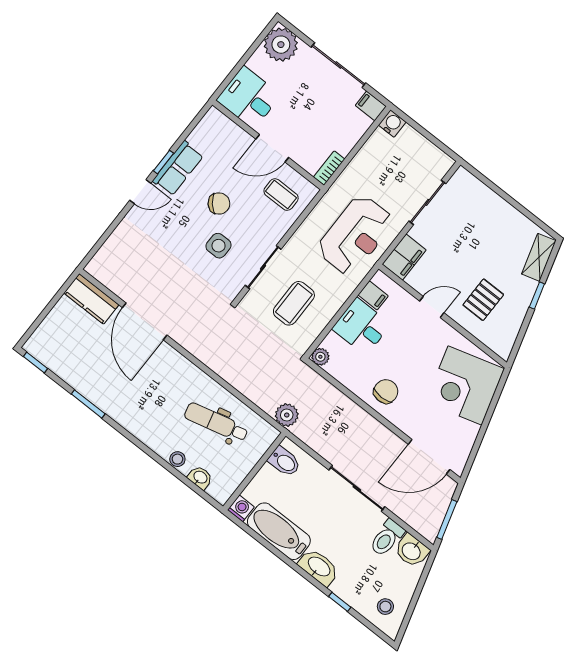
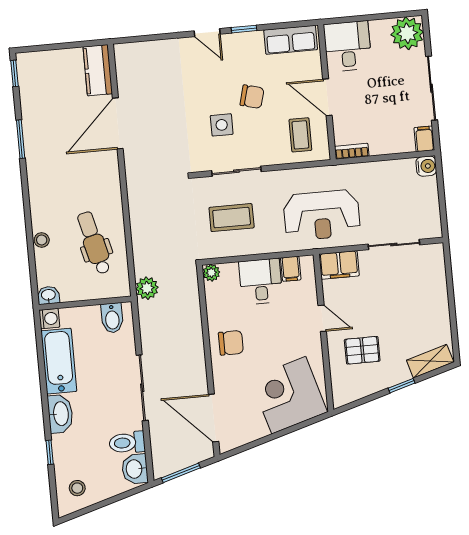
row of seats: (178, 168) -> (291, 40), moved
chair: (219, 204) -> (252, 97), turned -34
washbasin: (200, 478) -> (48, 295), moved, turned -90

